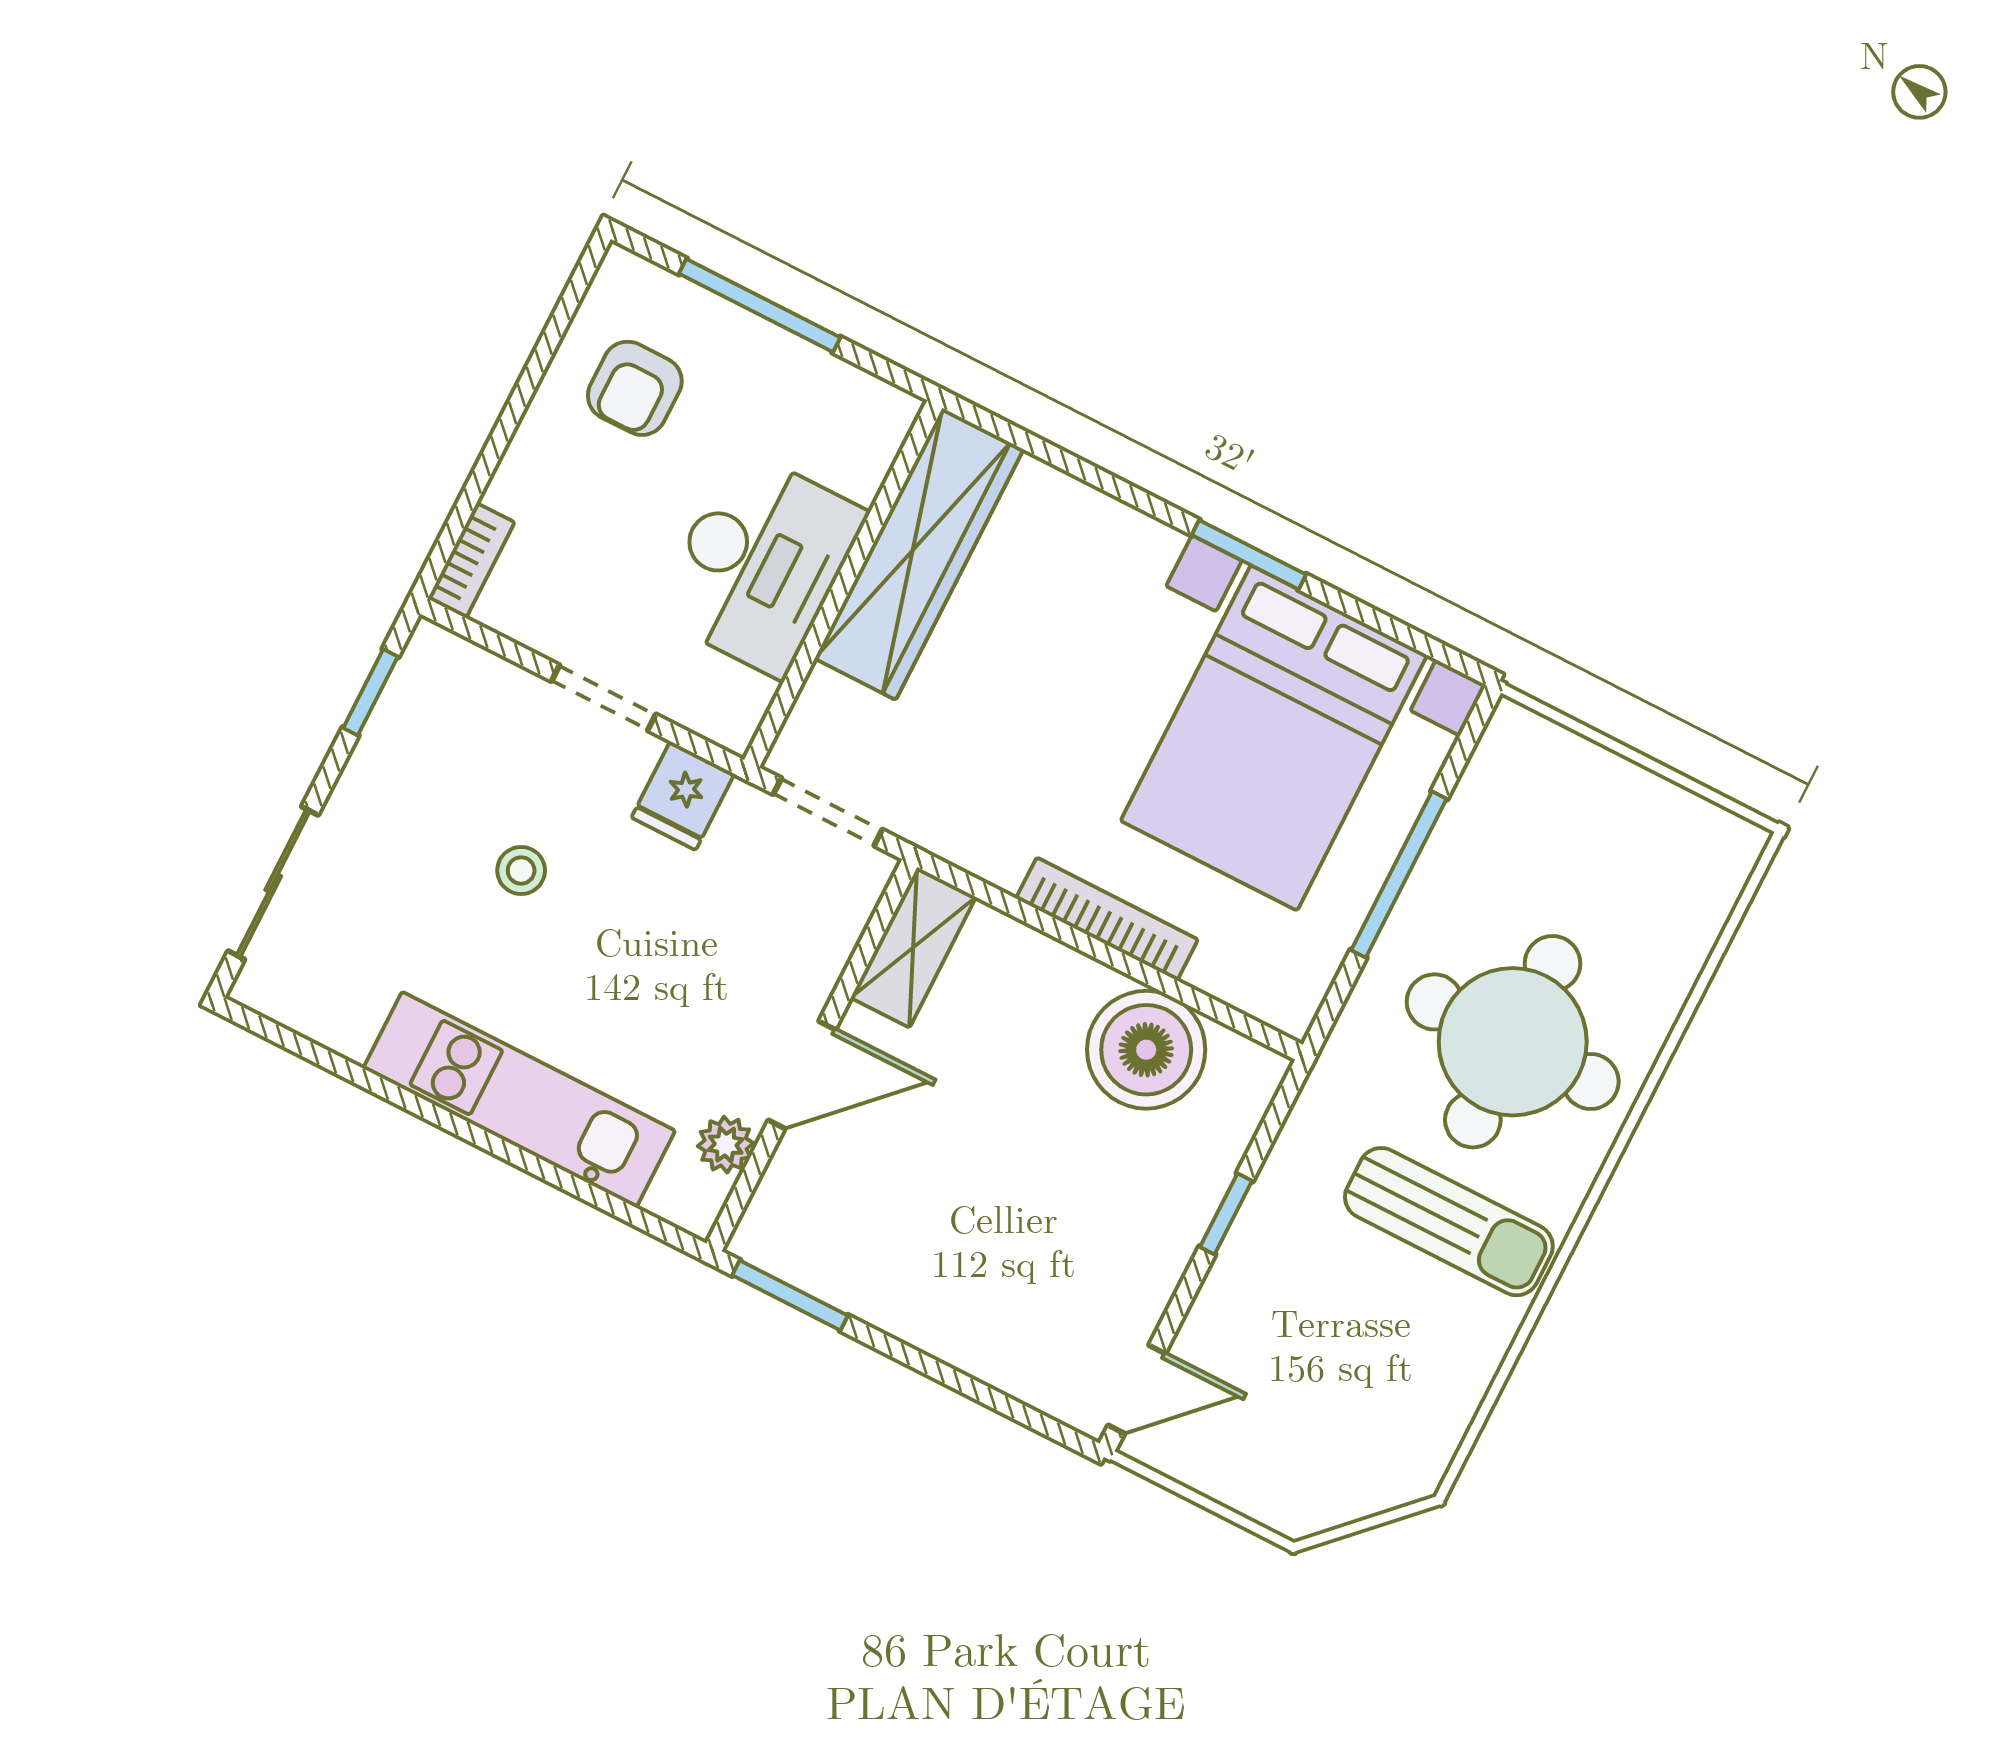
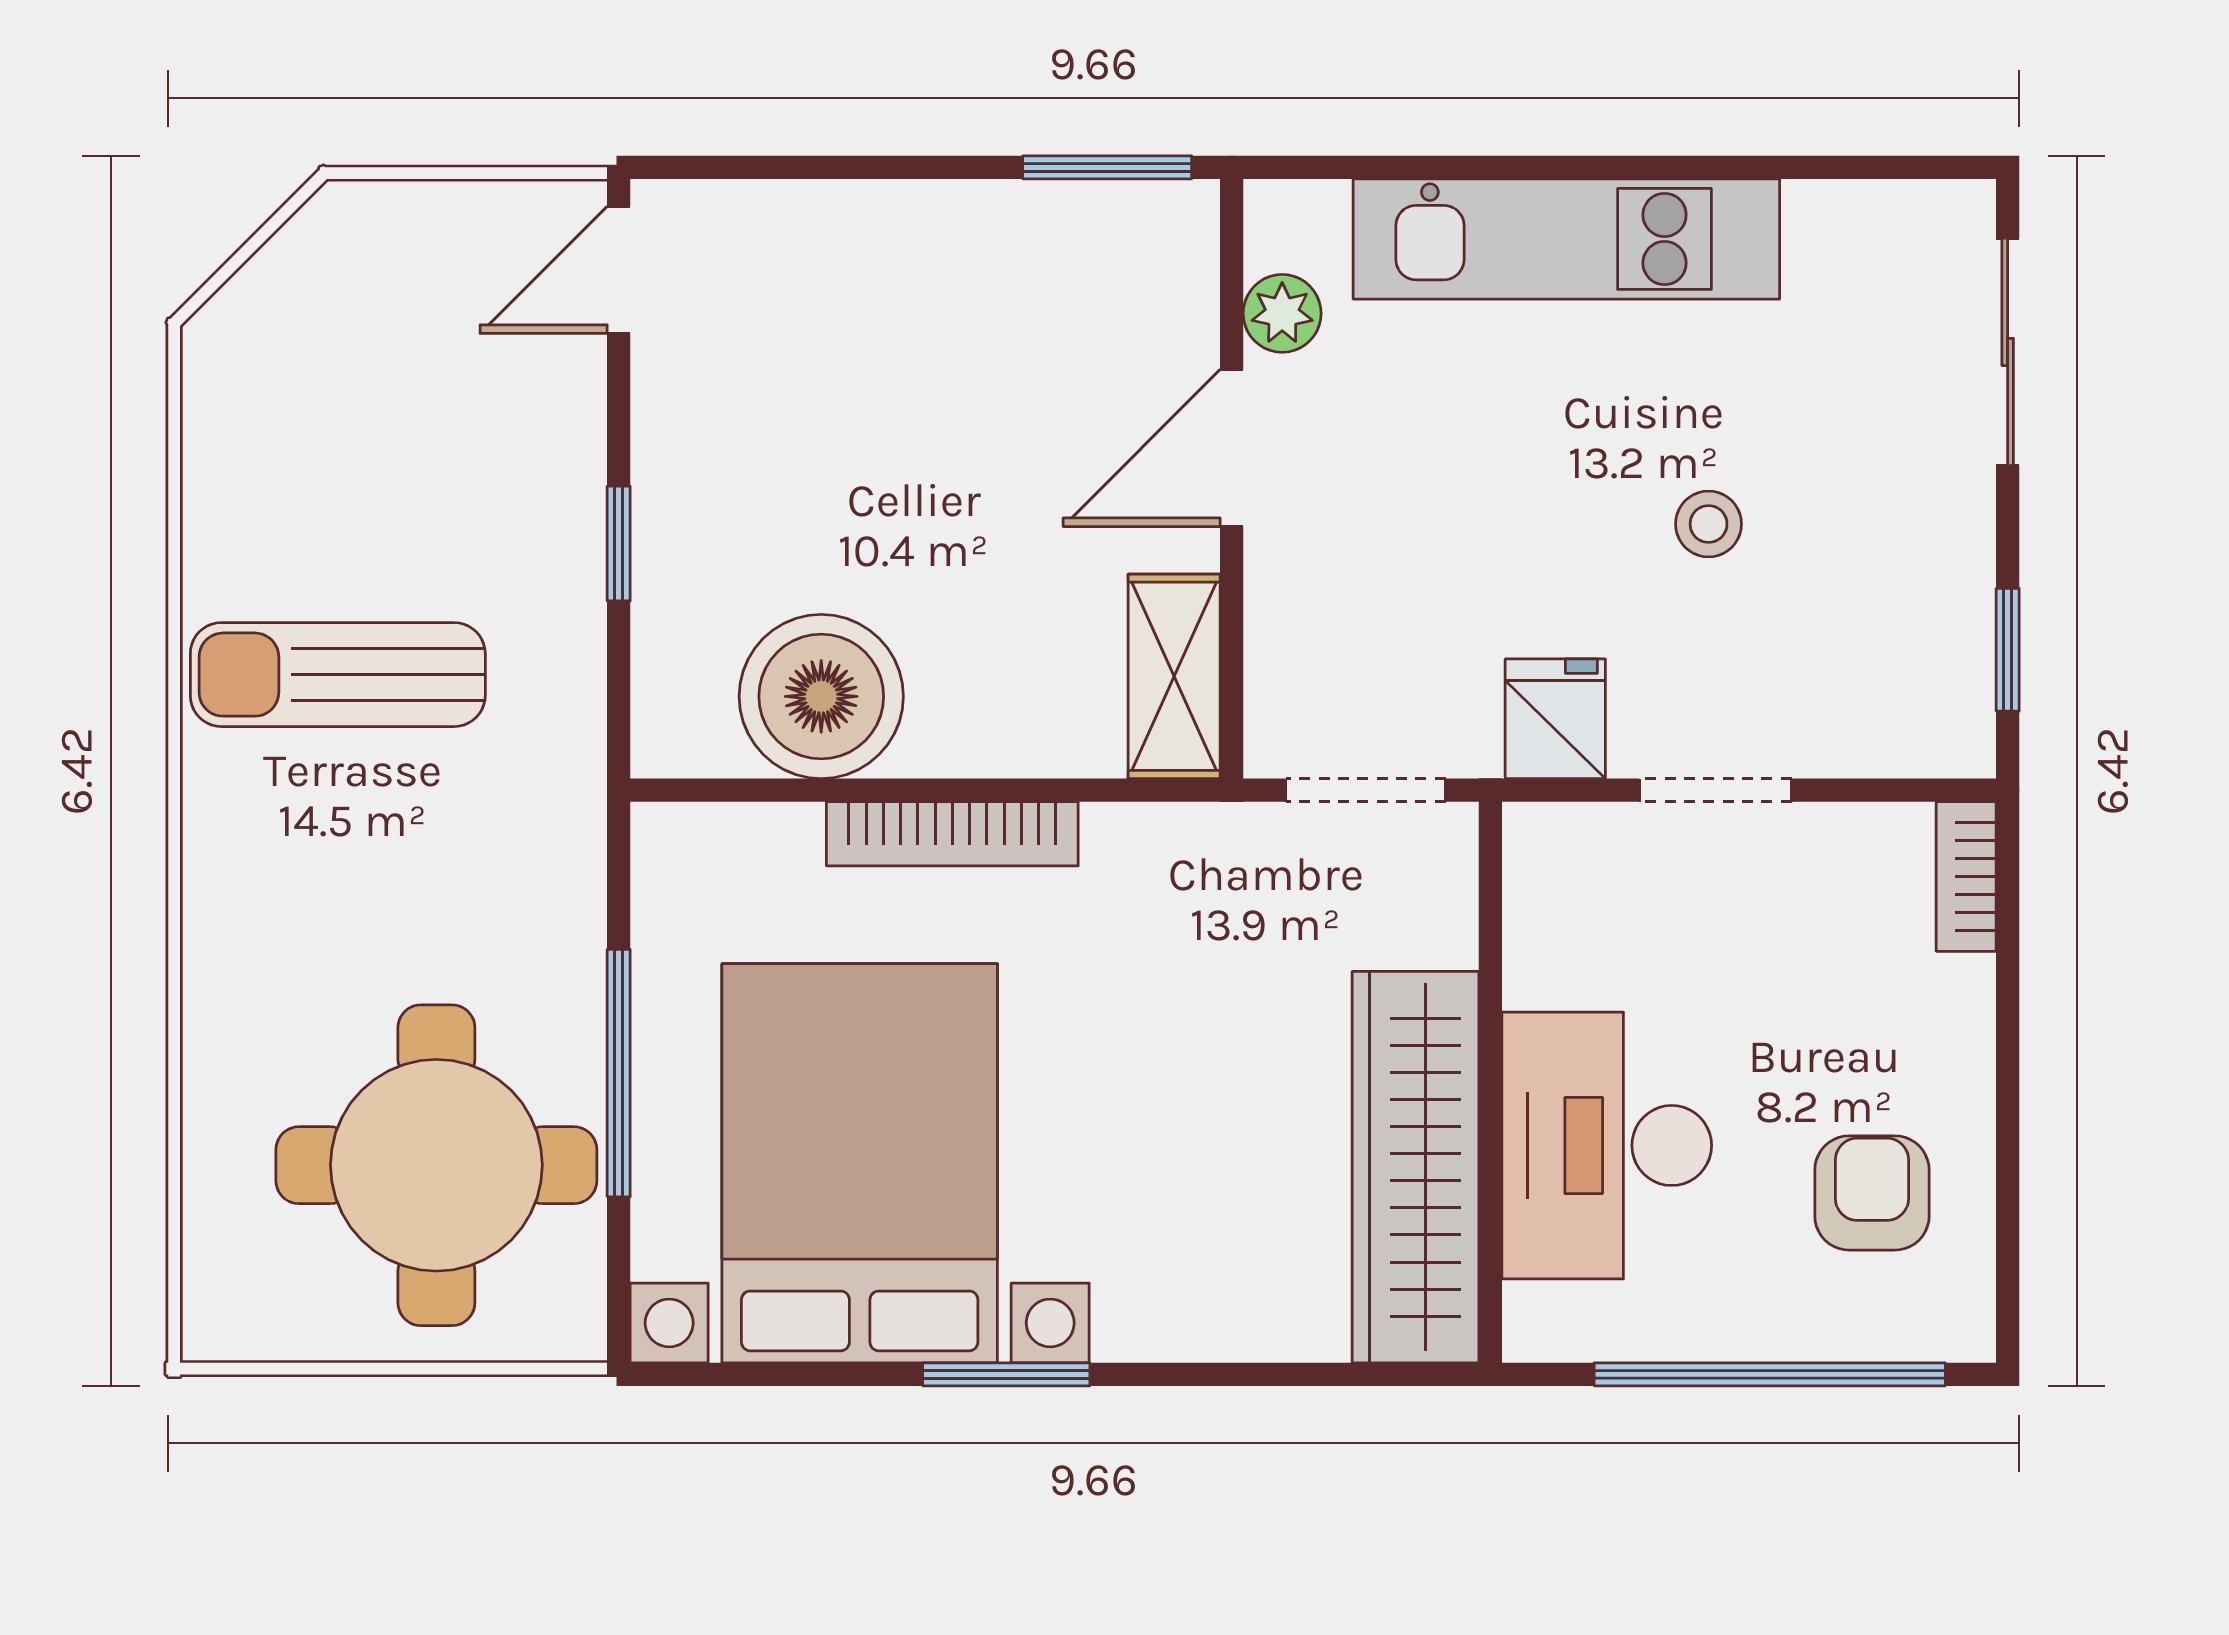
window: (760, 305) -> (1770, 1374), width x1.46
desk: (760, 563) -> (1607, 1145), moved
round table: (1513, 1042) -> (436, 1165), moved

